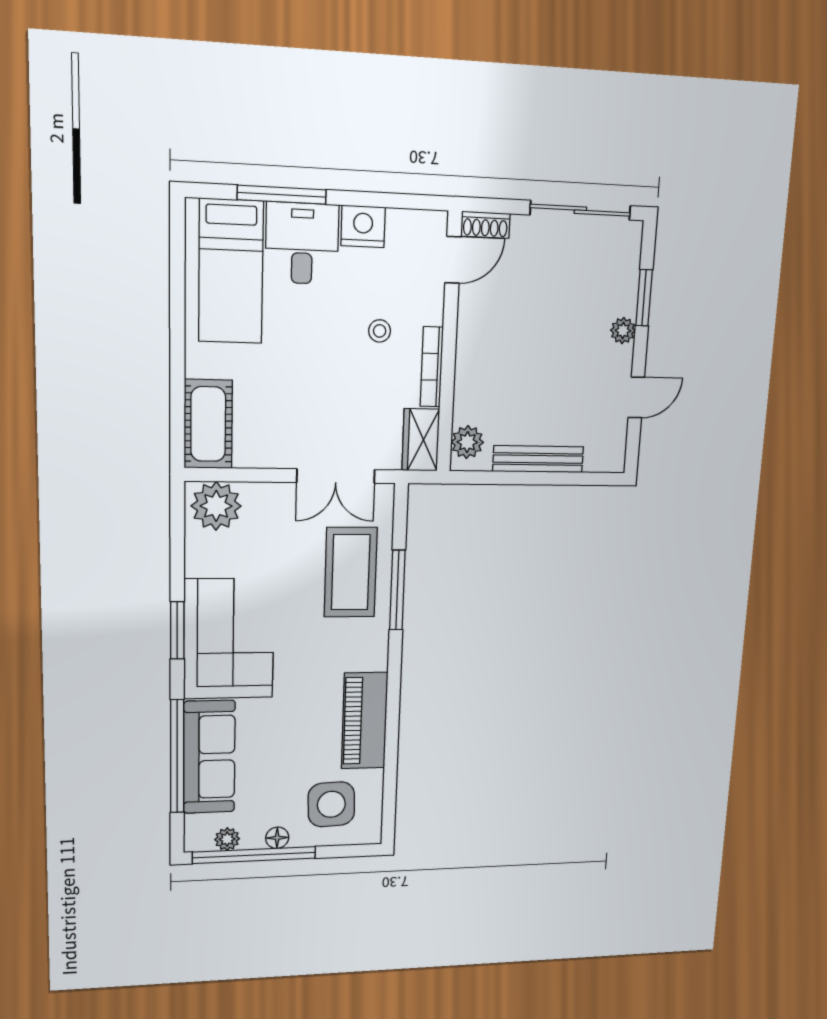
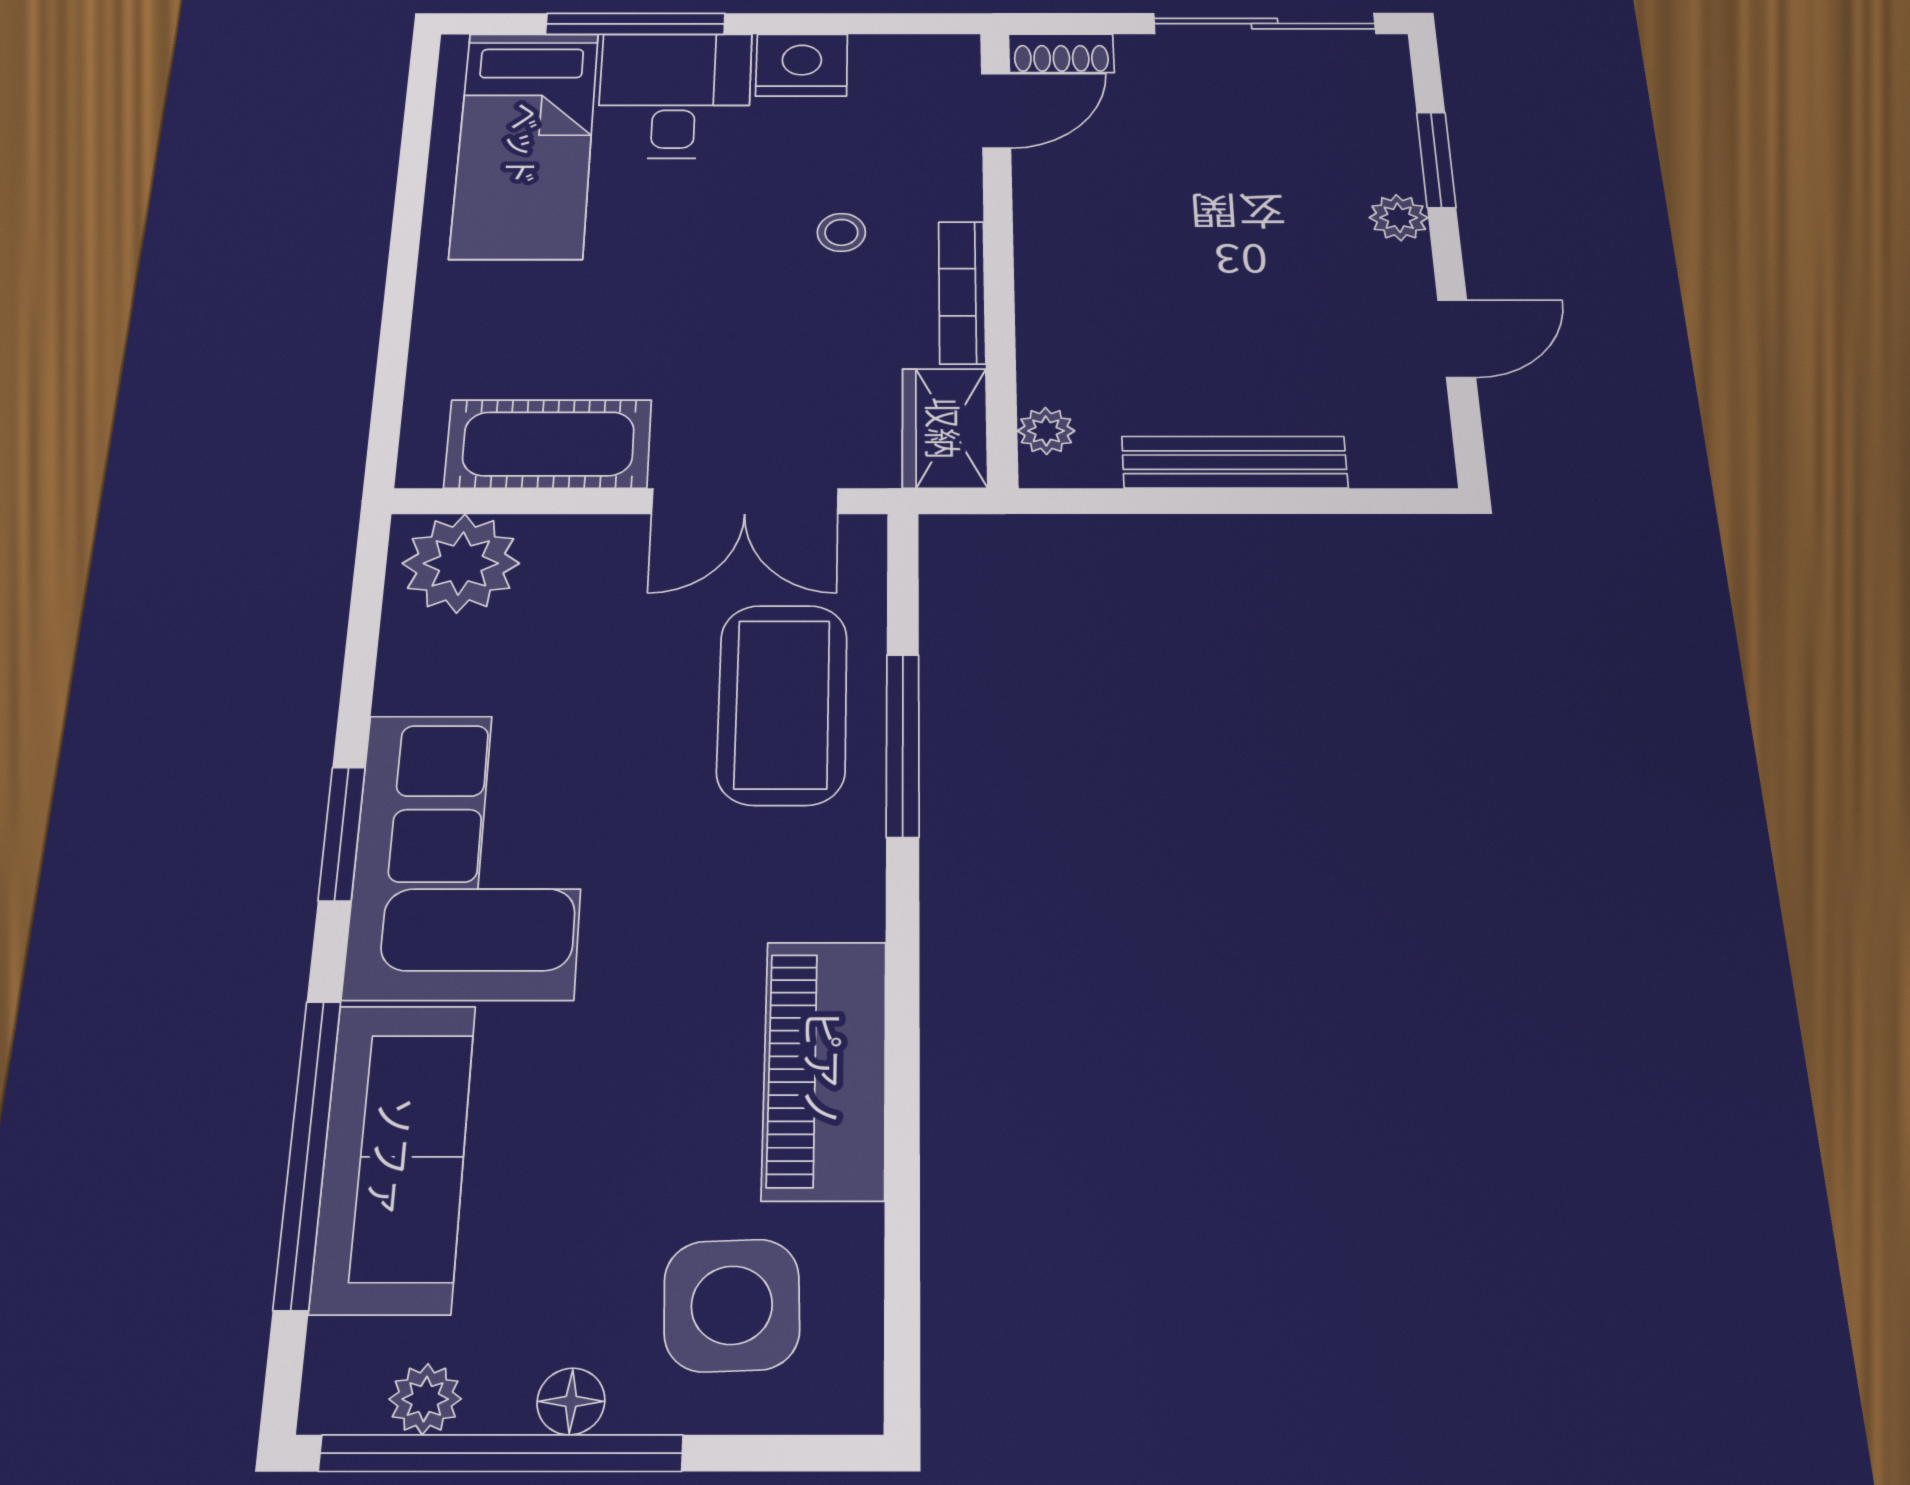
cot: (208, 424) -> (548, 444), moved, turned 90
plant: (467, 442) -> (1046, 431), width x0.73, depth x0.73

